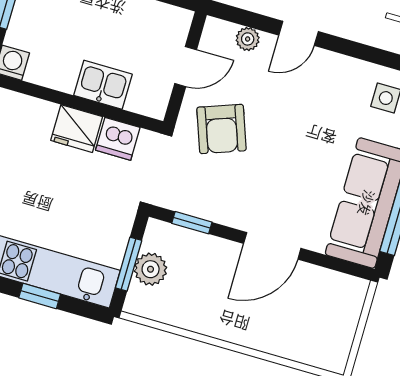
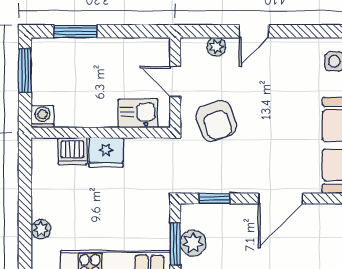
door: (186, 67) -> (175, 81), swing flipped
kitchen sink: (103, 85) -> (138, 113), moved
dishwasher: (118, 139) -> (72, 151), moved

